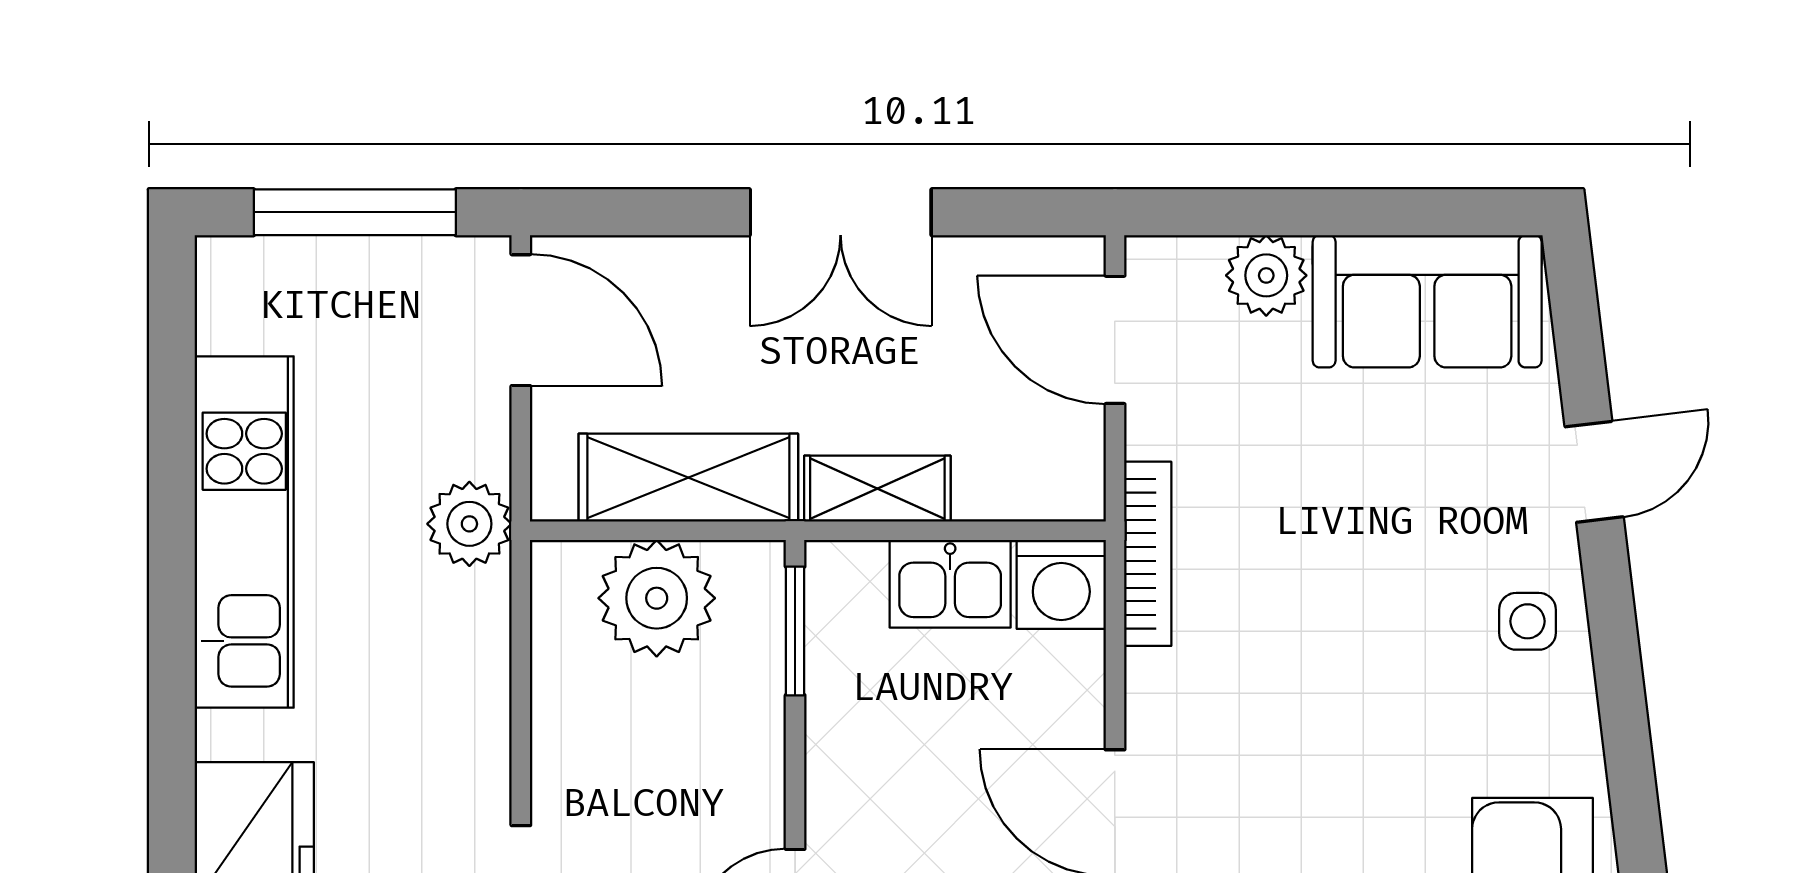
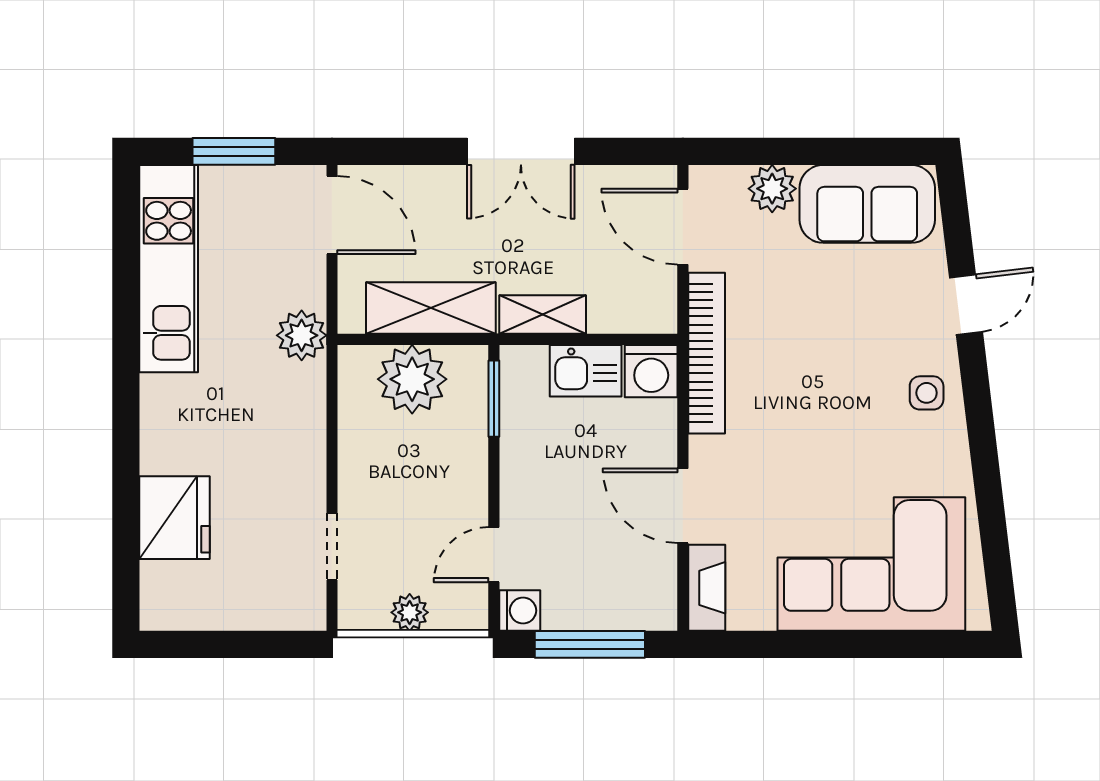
window: (355, 212) -> (234, 151), width x0.69
kitchen unit: (244, 532) -> (169, 269), moved
bookcase: (1148, 554) -> (707, 353), width x1.48, depth x1.31

